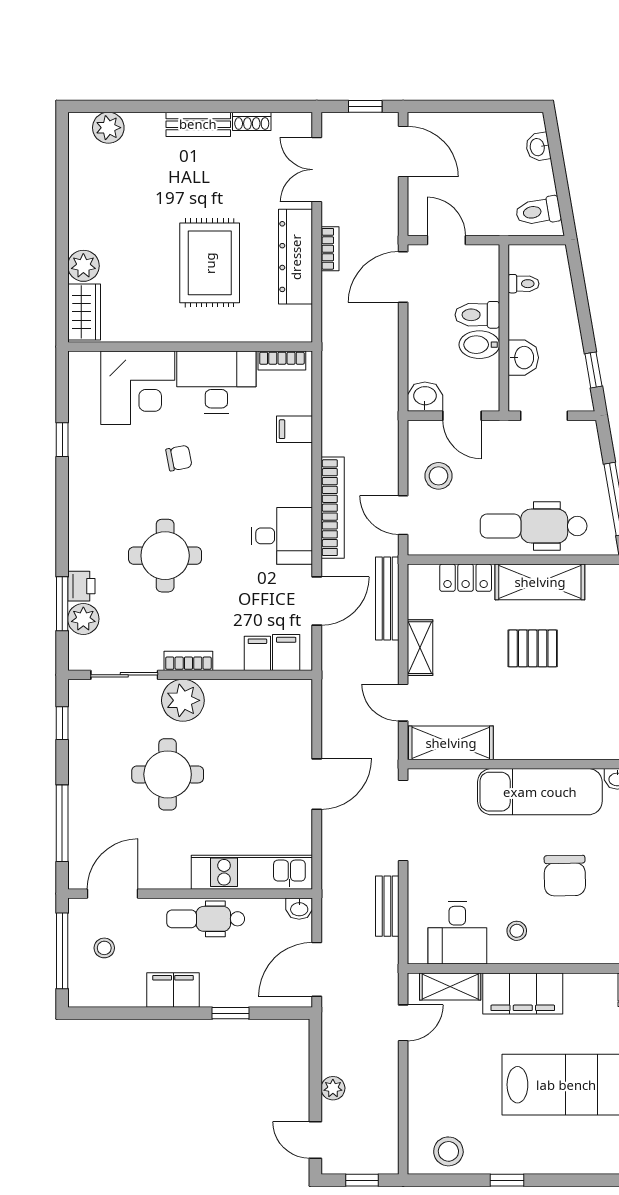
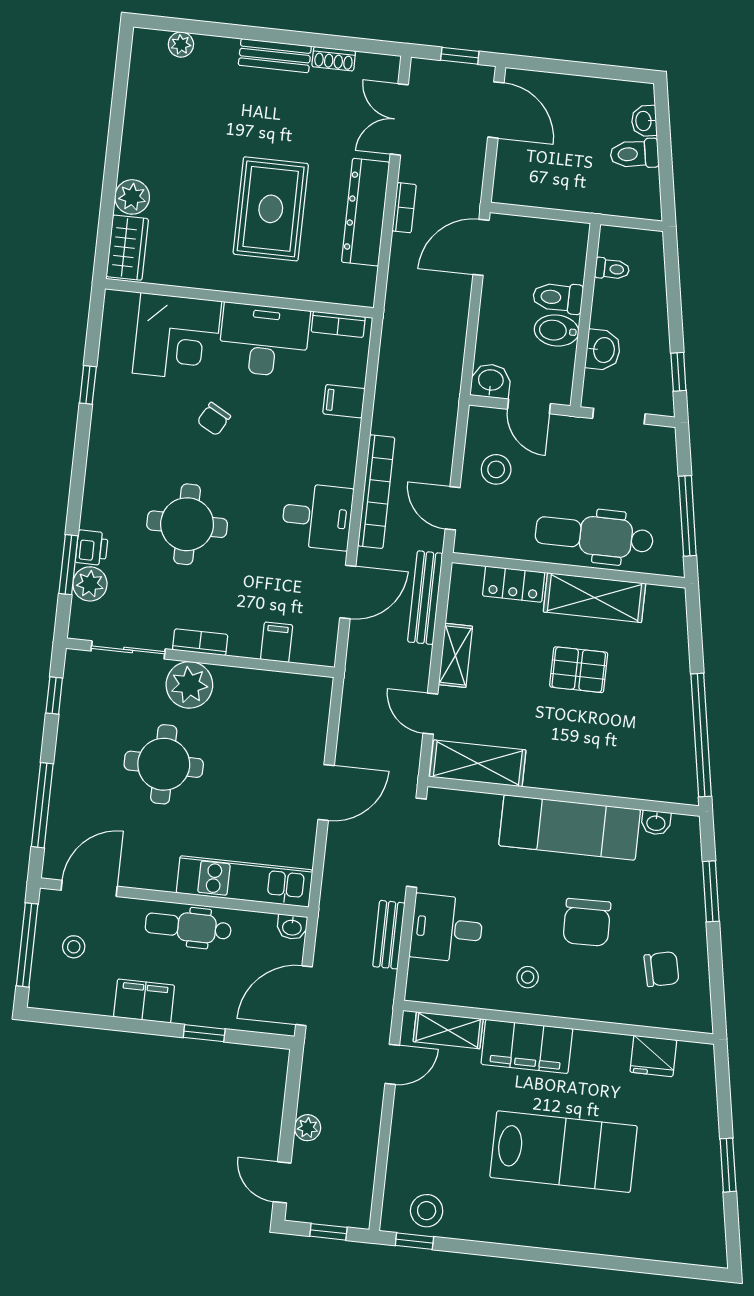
plant: (108, 128) -> (181, 45), width x0.73, depth x0.73
toilet: (538, 211) -> (634, 154), moved
door: (446, 240) -> (533, 212), removed
chair: (179, 458) -> (214, 419), turned 130
filing cabinet: (286, 652) -> (308, 645), removed
desk: (457, 933) -> (447, 928), moved, turned 90
window: (507, 1180) -> (414, 1241), moved

